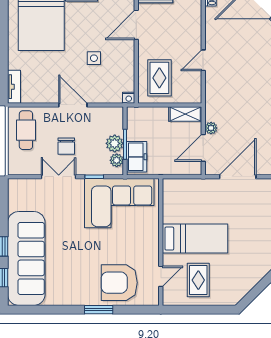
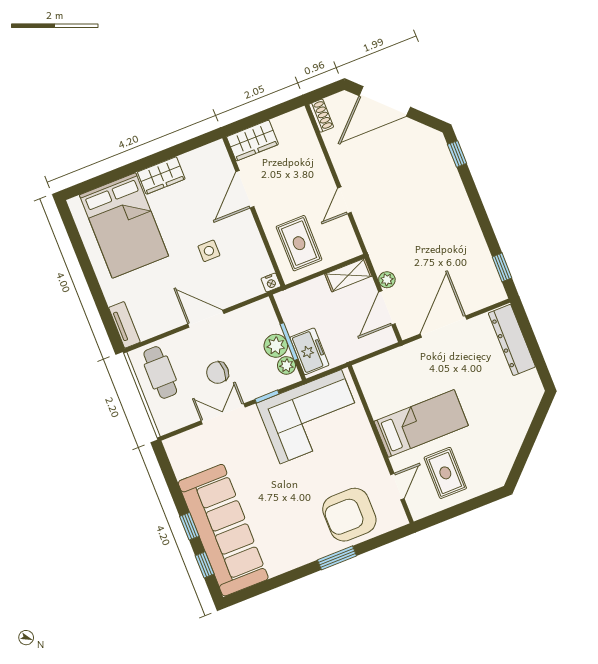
chair: (66, 146) -> (218, 373), turned 90

